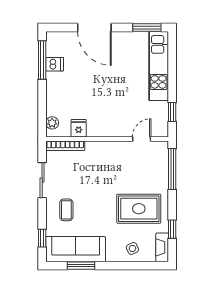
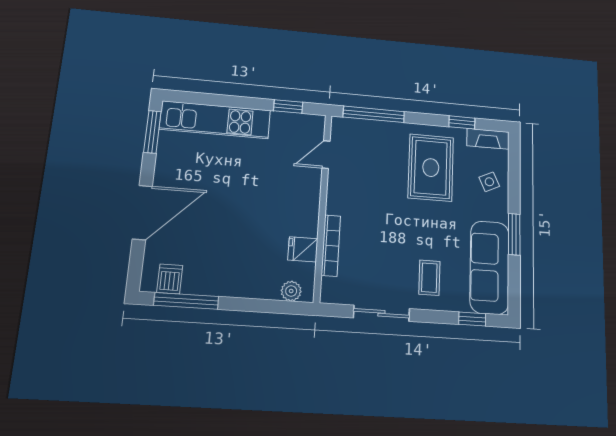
dishwasher: (55, 64) -> (170, 279), moved
door: (142, 139) -> (326, 155), hinge flipped
bookcase: (65, 146) -> (331, 245), moved
coffee table: (66, 210) -> (429, 278), turned 90
window: (81, 266) -> (514, 234), moved

